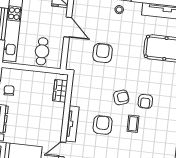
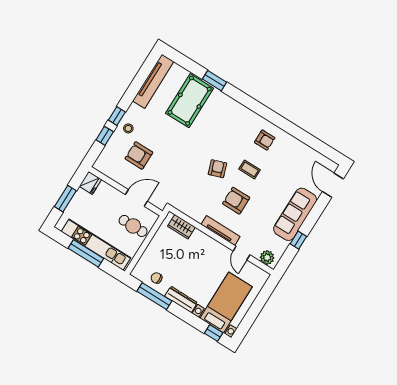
door: (68, 27) -> (136, 198), moved
armchair: (103, 53) -> (139, 155), moved
armchair: (145, 101) -> (265, 140), moved

